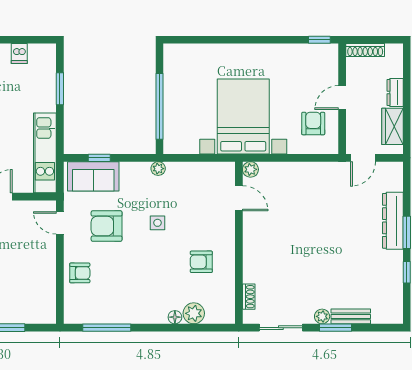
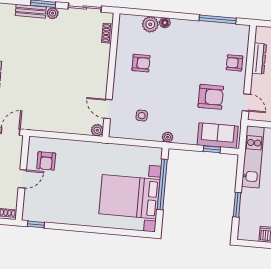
bed with nightstands: (243, 117) -> (129, 197), moved, turned 90
side table: (157, 223) -> (142, 116), moved
dresser: (48, 281) -> (259, 59), added

